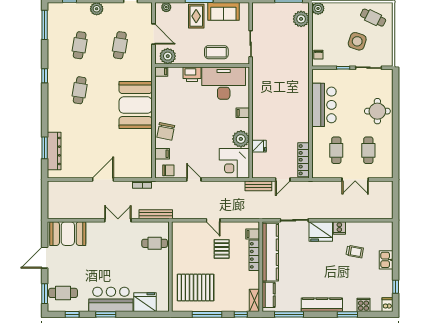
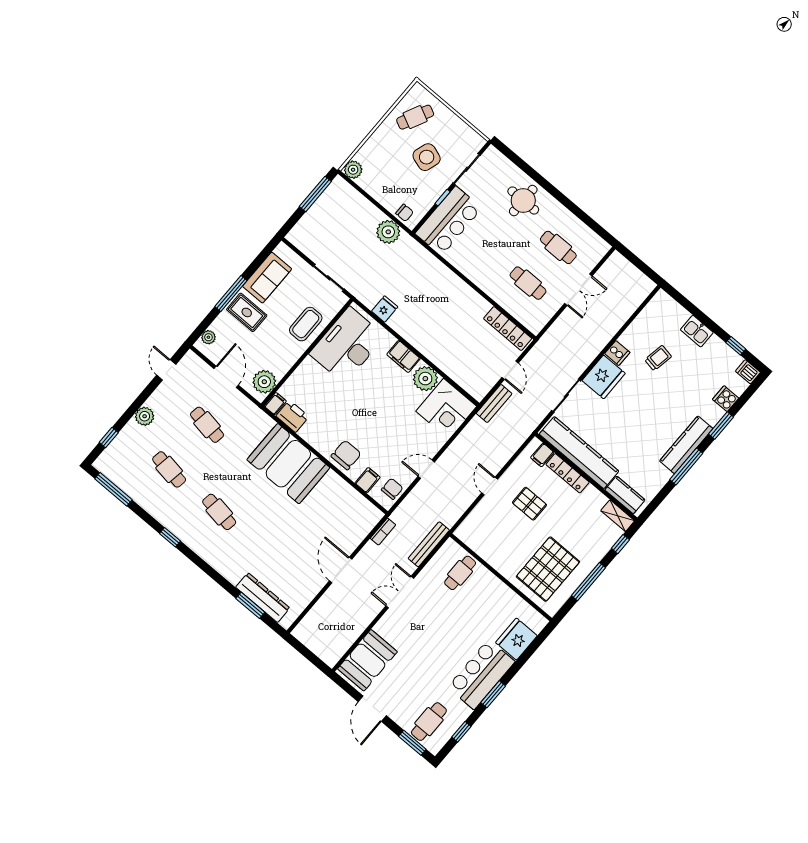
plant: (301, 19) -> (388, 232), moved
door: (153, 34) -> (226, 377), hinge flipped
printer: (192, 74) -> (292, 416), moved, turned -90
bar counter: (324, 105) -> (449, 221), moved, turned 90
filing cabinet: (243, 113) -> (404, 356), width x2.00
chair: (166, 131) -> (346, 455), turned -101
fridge: (259, 146) -> (385, 309), moved
door: (213, 220) -> (490, 486), swing flipped
window: (289, 314) -> (686, 466), moved

